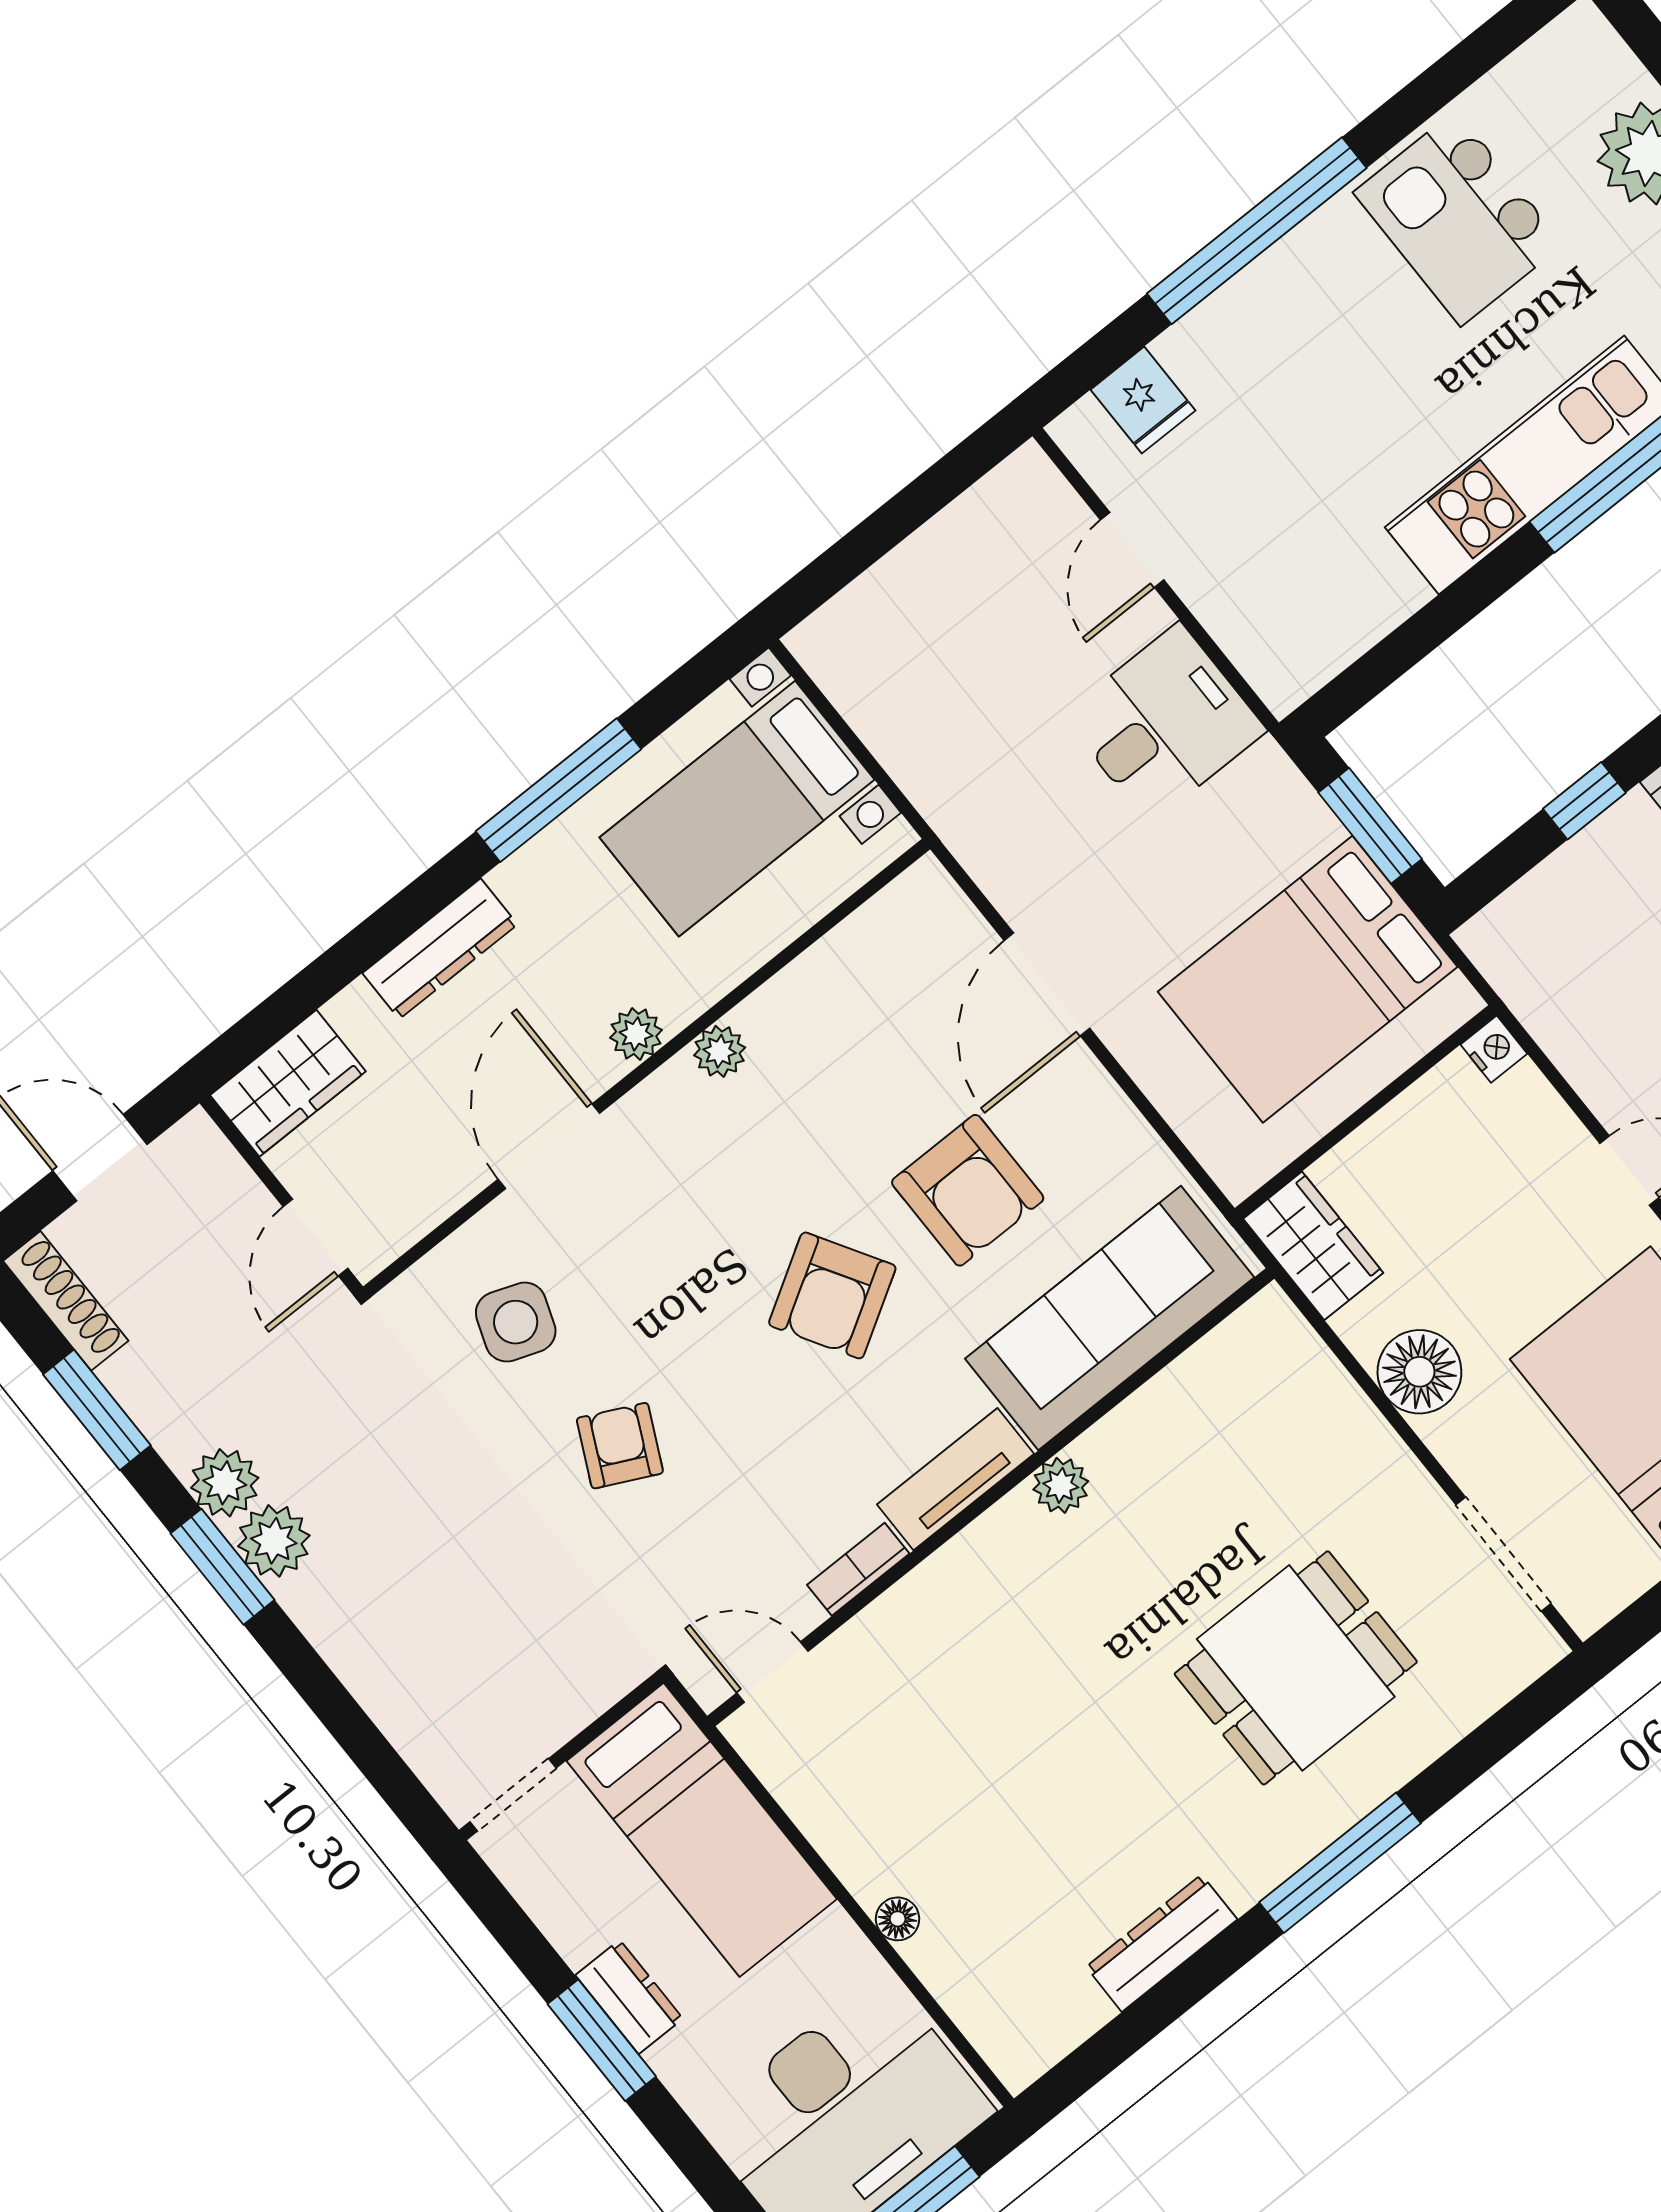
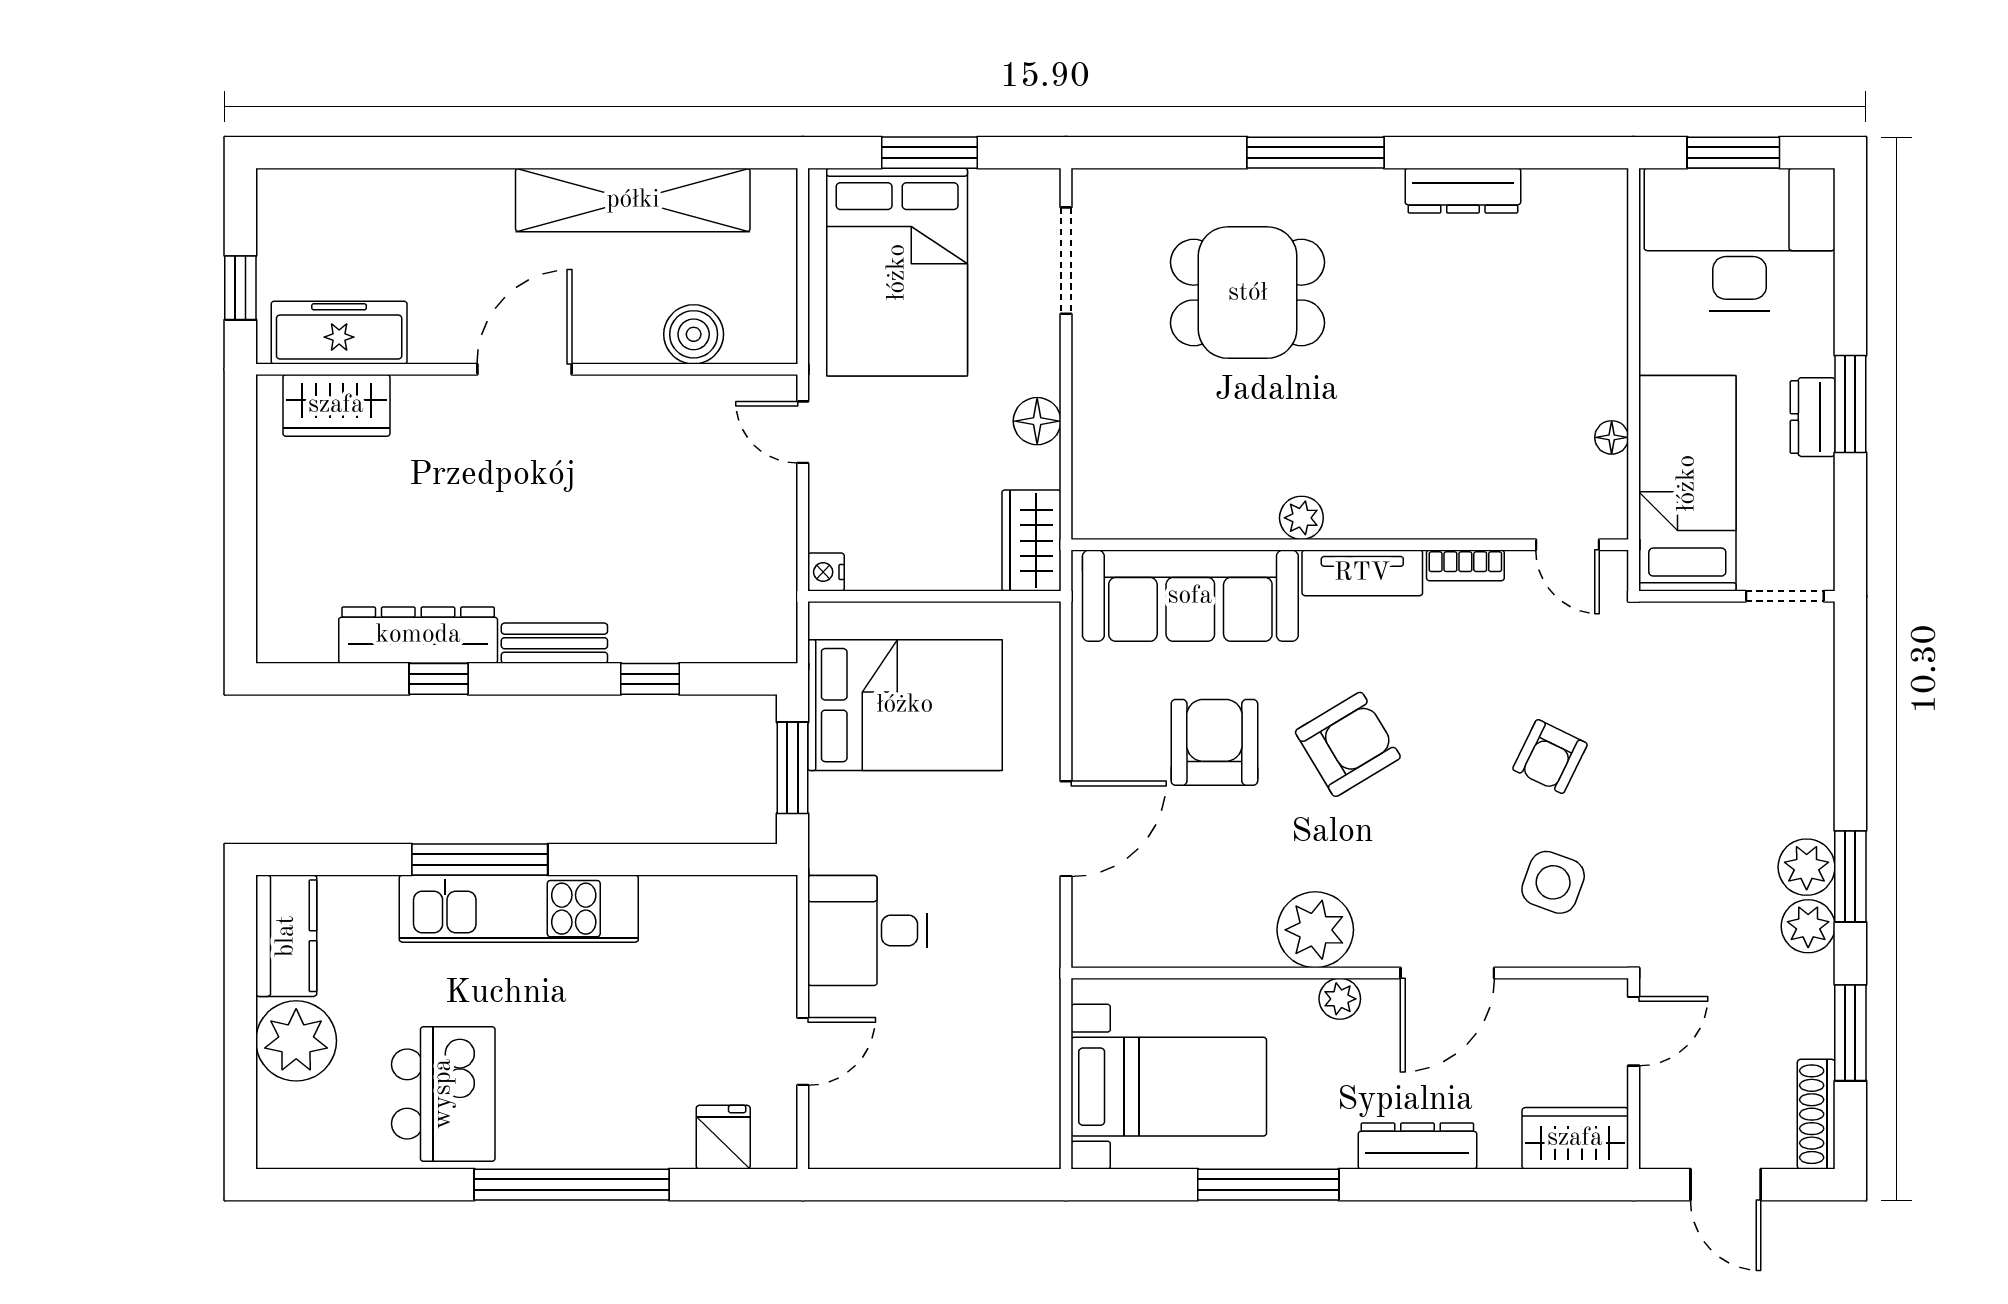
plant: (720, 1051) -> (1315, 930), width x1.88, depth x1.88
floor lamp: (1419, 1372) -> (1037, 421), width x0.73, depth x0.73
floor lamp: (898, 1919) -> (1612, 437), moved

